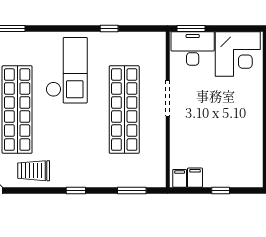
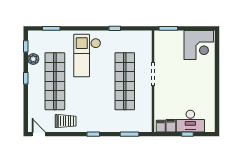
desk: (193, 48) -> (190, 121), moved, turned 180
checkout: (67, 70) -> (87, 56), turned 180
trolley: (34, 171) -> (66, 121), turned 180

